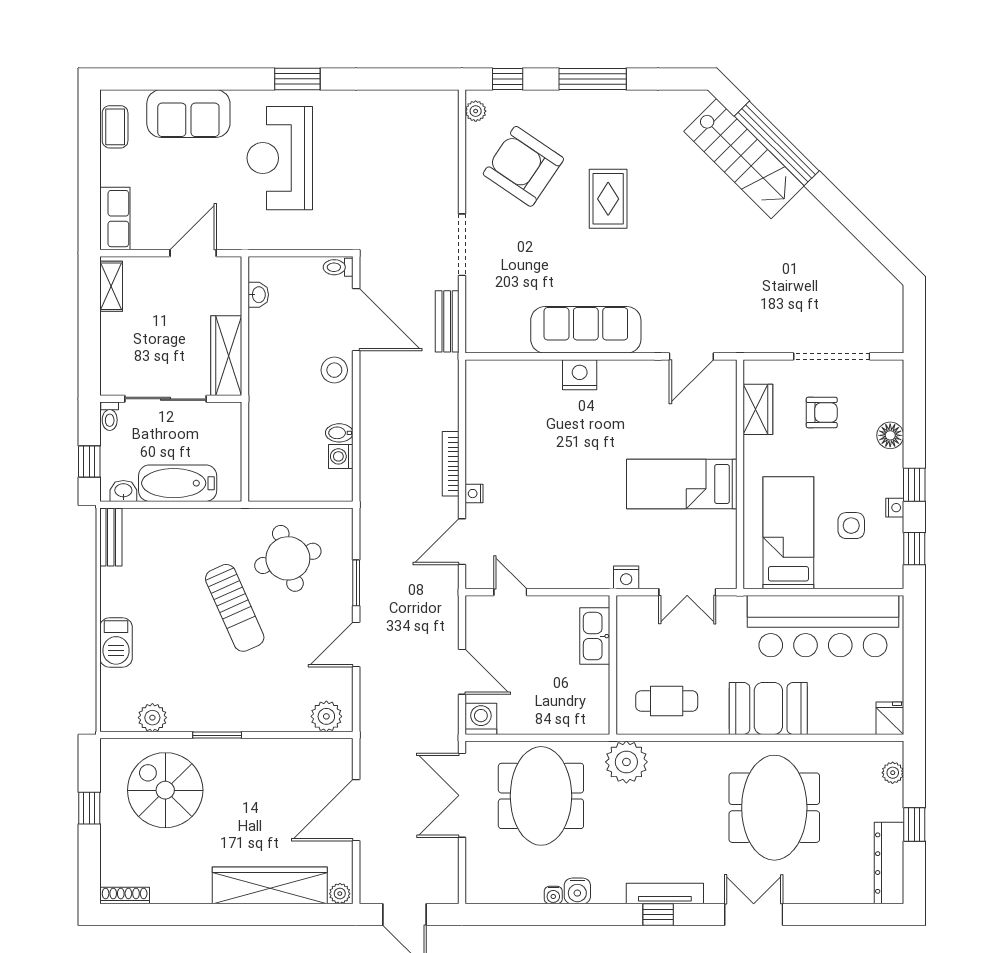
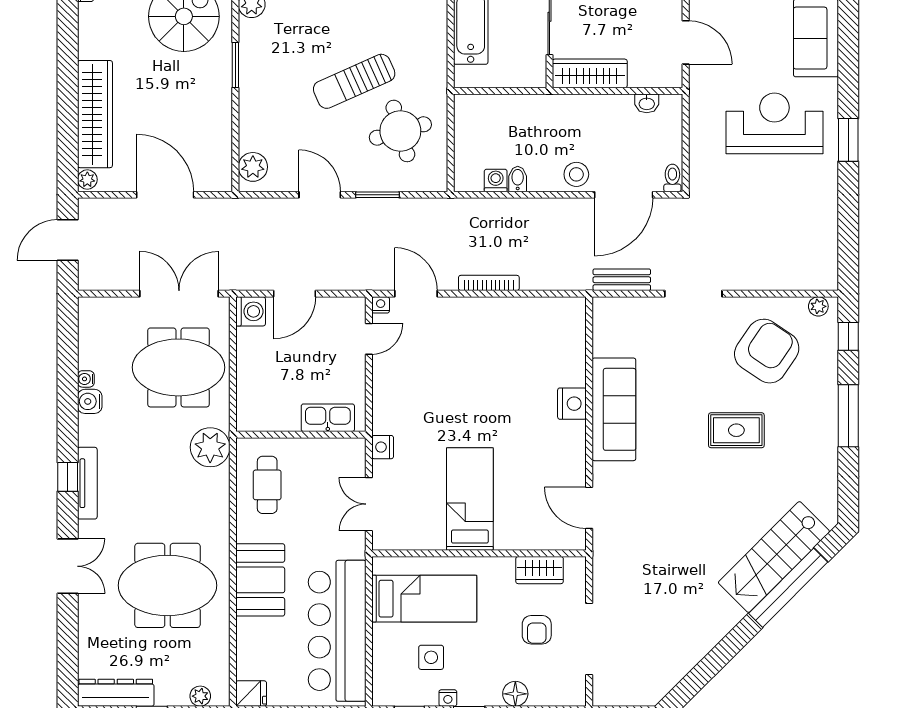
nightstand: (474, 494) -> (381, 305), moved

